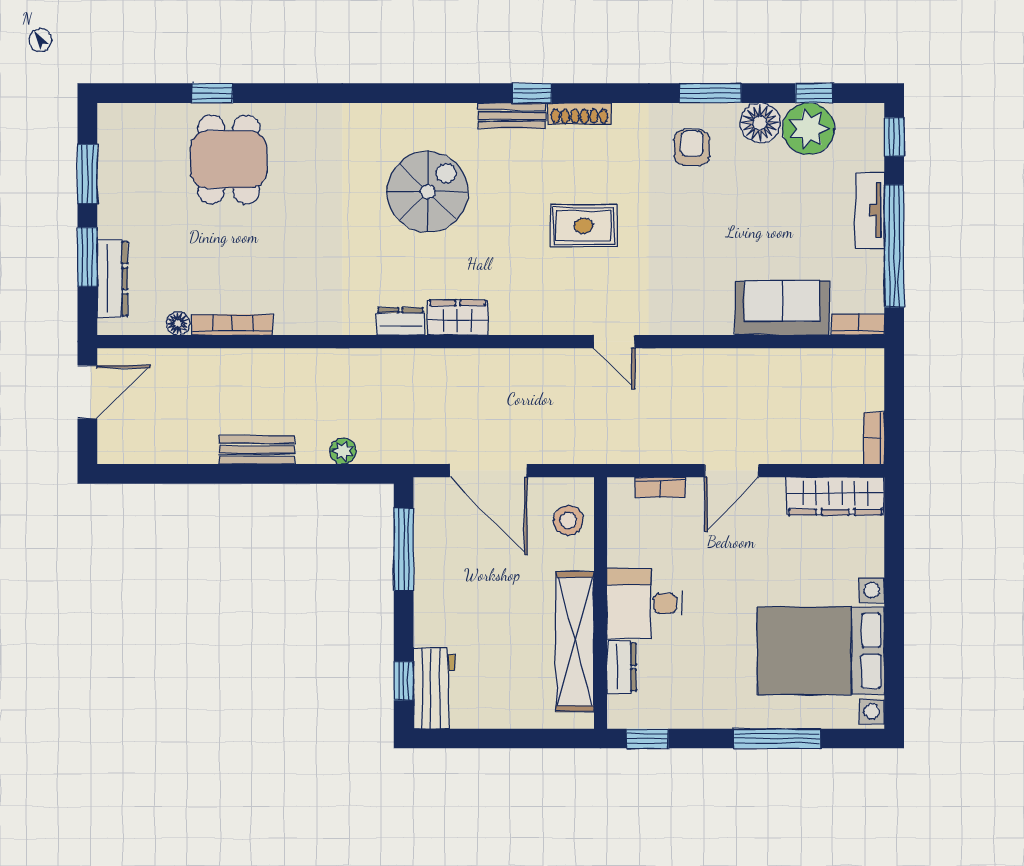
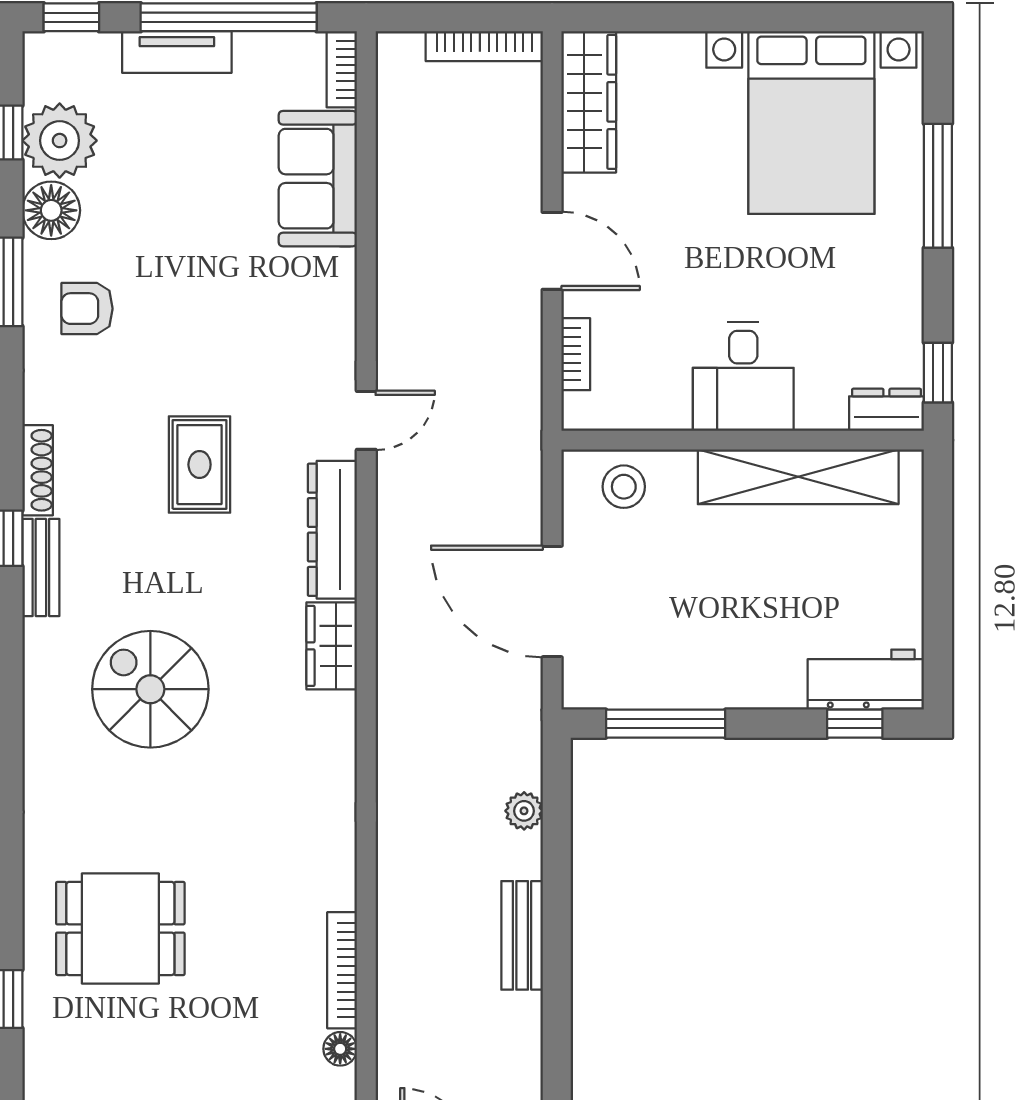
dining table: (229, 159) -> (120, 928), moved
dresser: (400, 321) -> (332, 530), moved, width x1.96, depth x1.24
bookcase: (874, 438) -> (484, 46), width x1.56
door: (488, 471) -> (552, 602), swing flipped
dresser: (622, 667) -> (886, 410), moved

